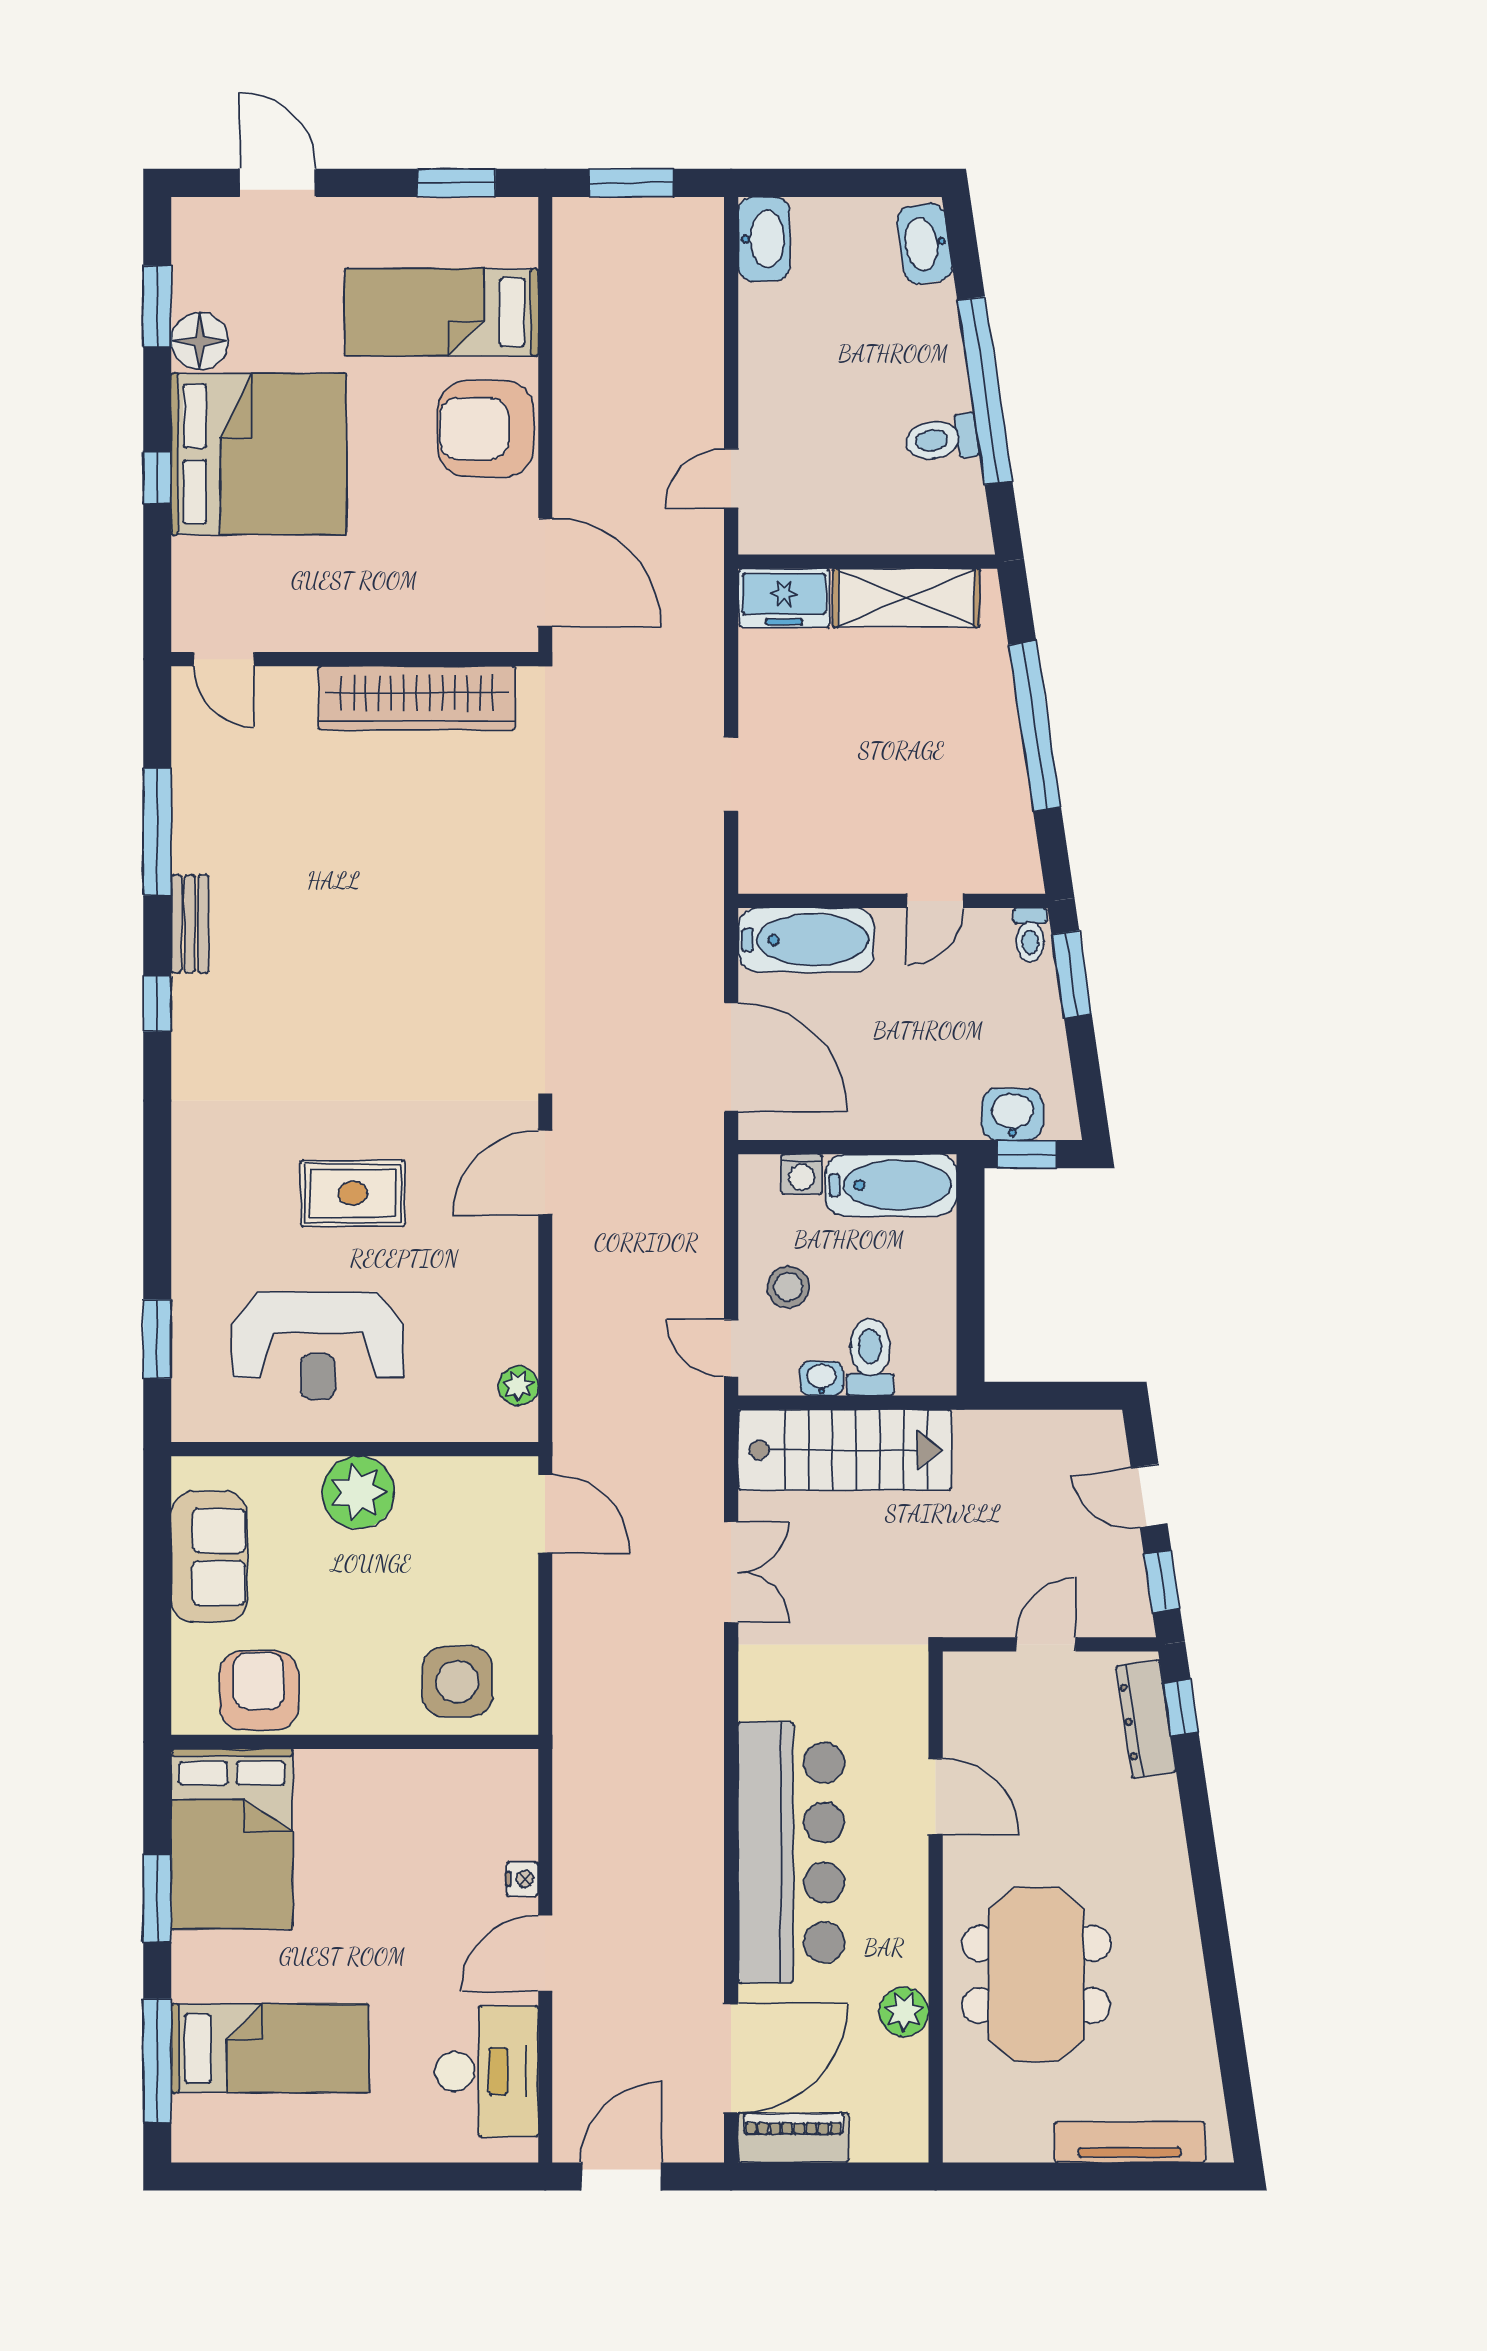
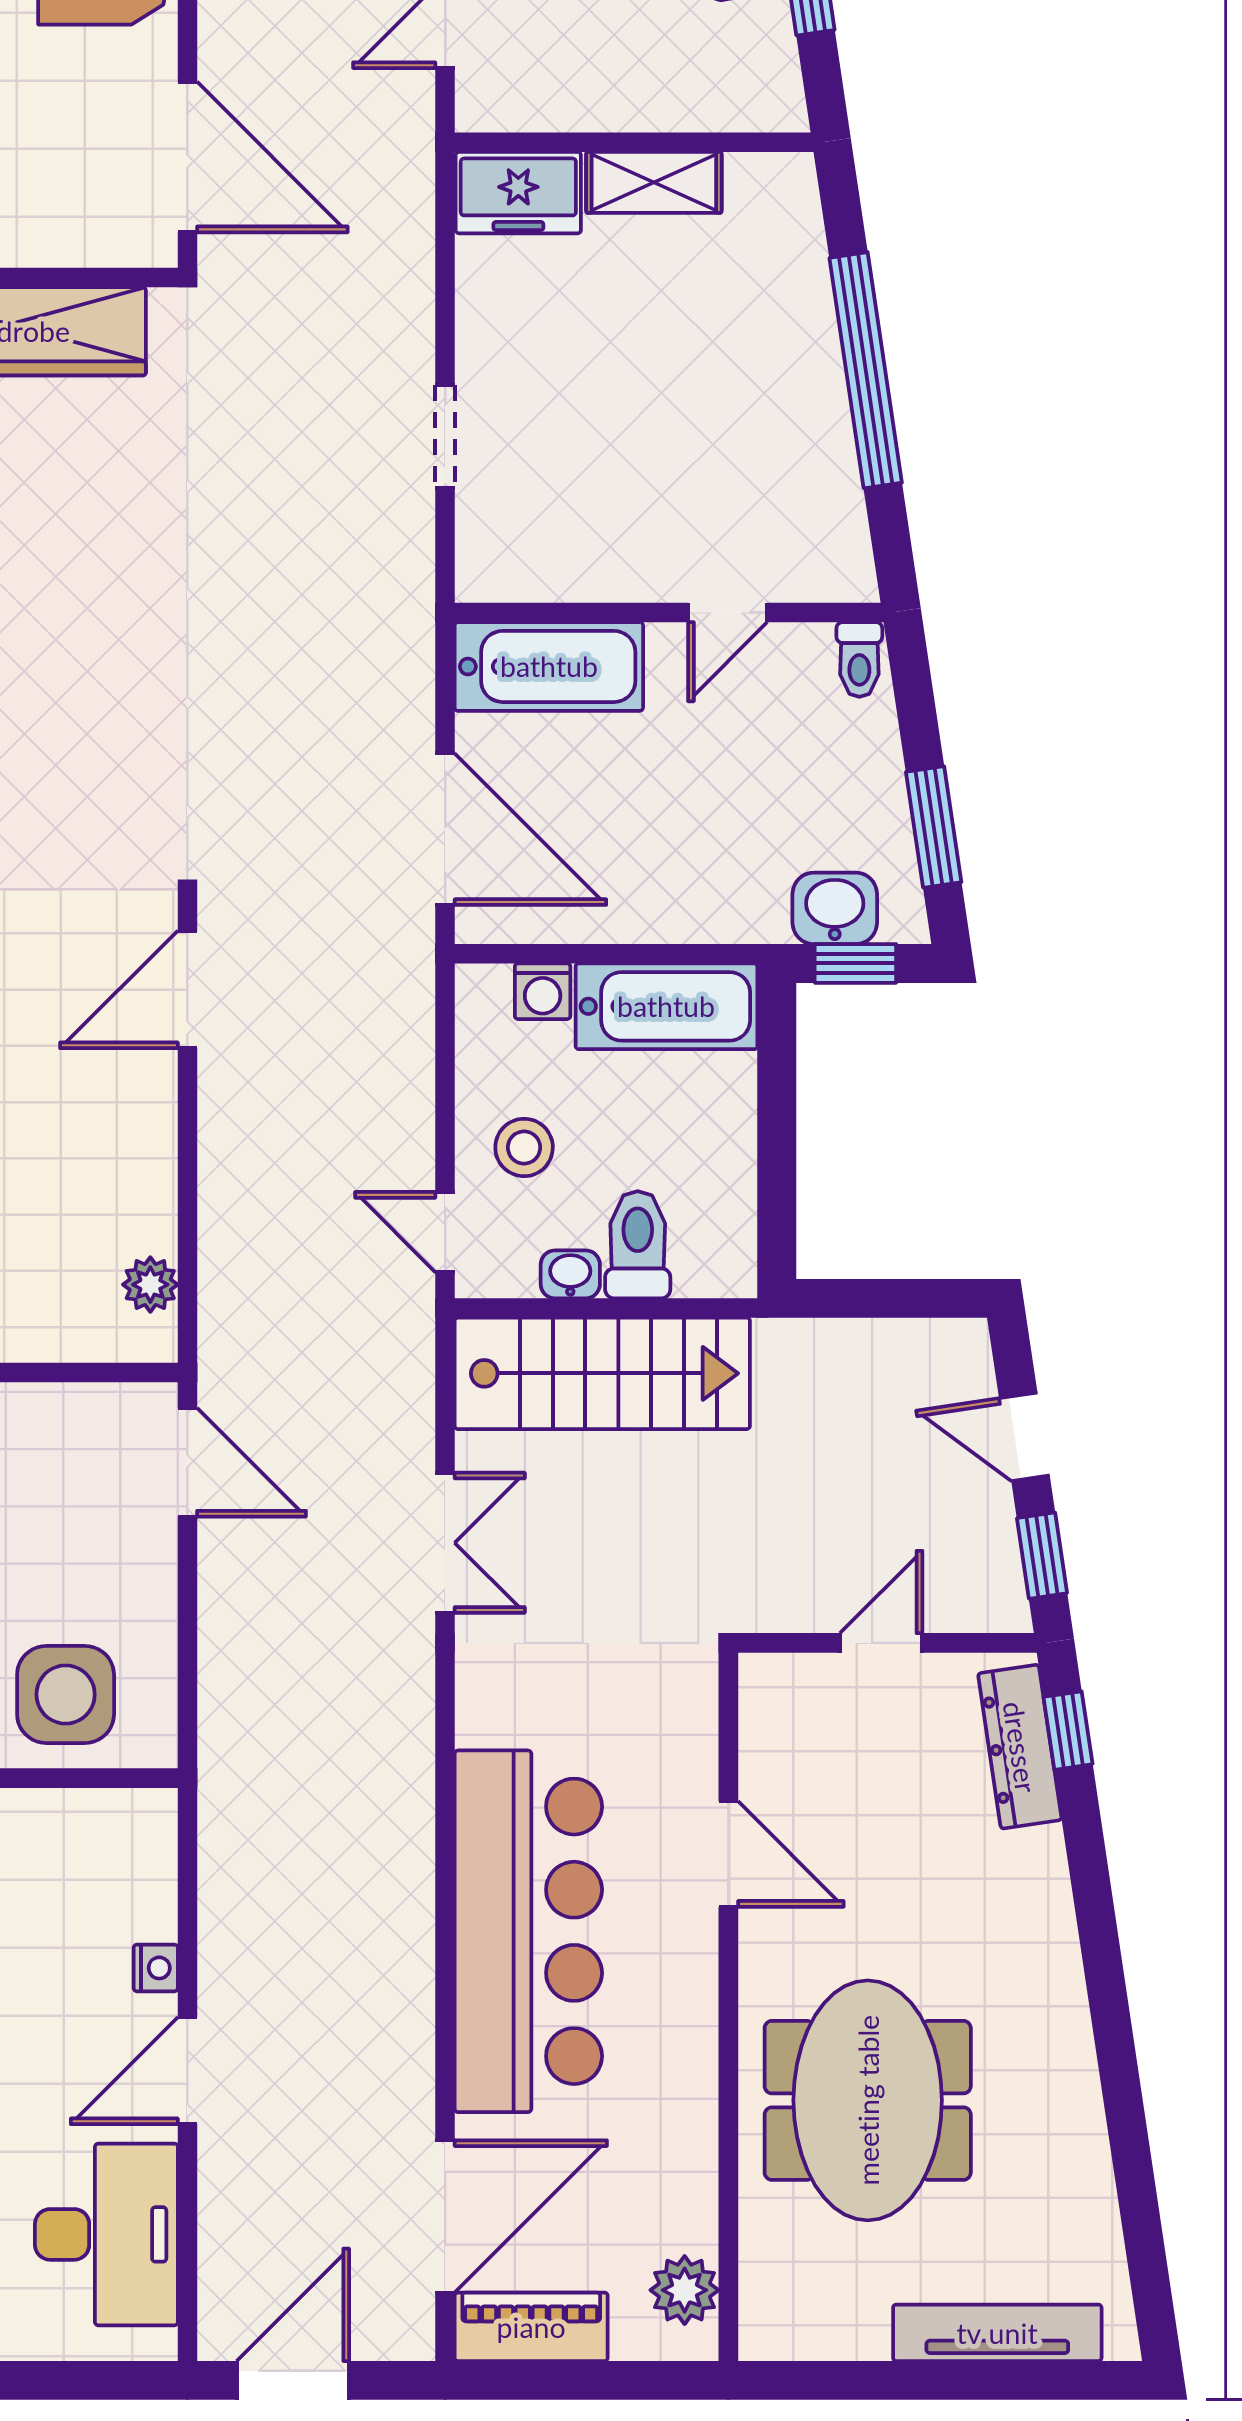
shelving: (906, 598) -> (654, 182), width x0.67, depth x0.75
window: (1072, 974) -> (934, 827), moved
plant: (904, 2012) -> (685, 2290), moved

